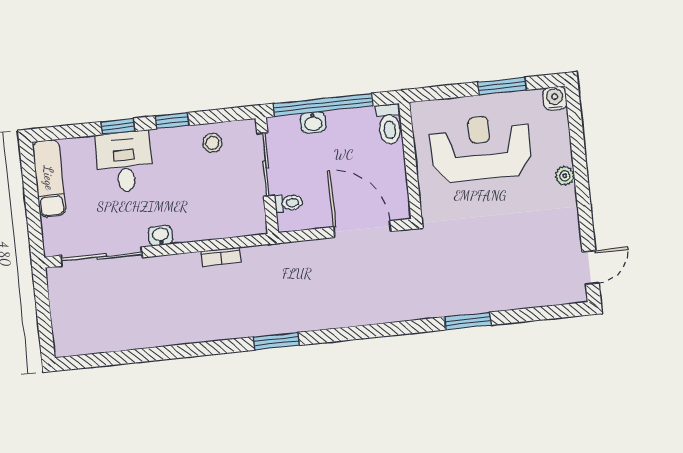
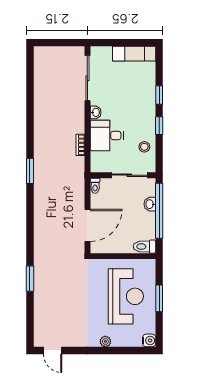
window: (502, 86) -> (159, 298), moved
desk: (125, 162) -> (107, 135), moved, turned 180
toilet: (289, 203) -> (95, 186), moved

